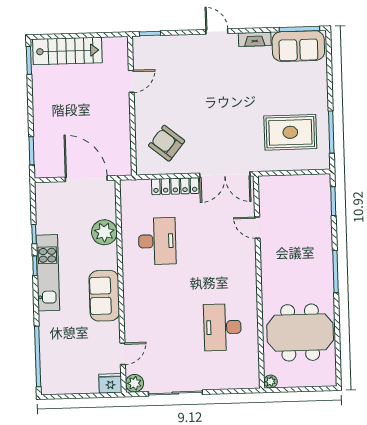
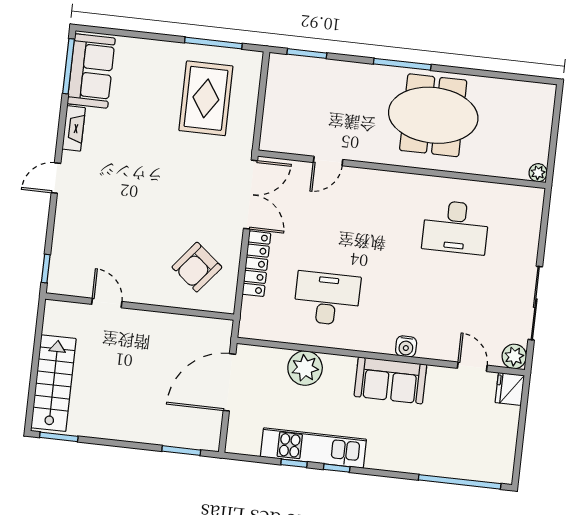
kitchen unit: (48, 273) -> (313, 448), moved
water cooler: (131, 304) -> (406, 346), added
meeting table: (300, 333) -> (433, 115), moved, turned 90

